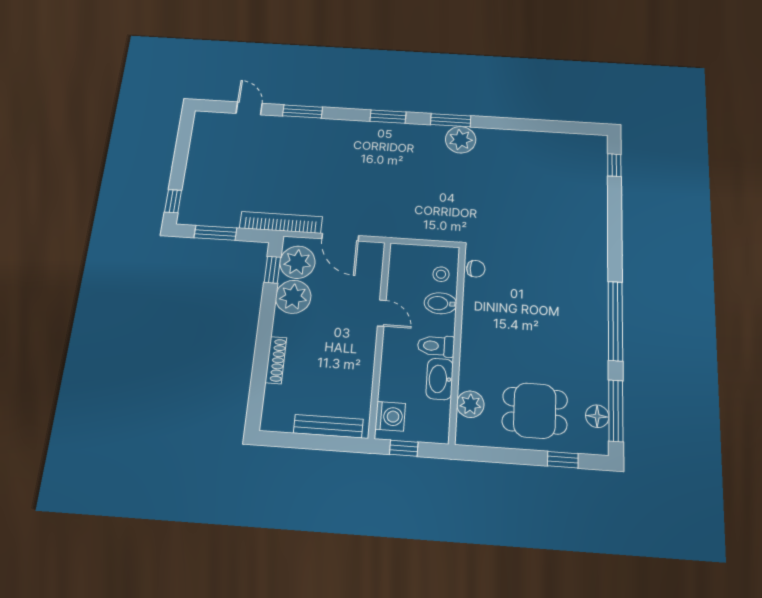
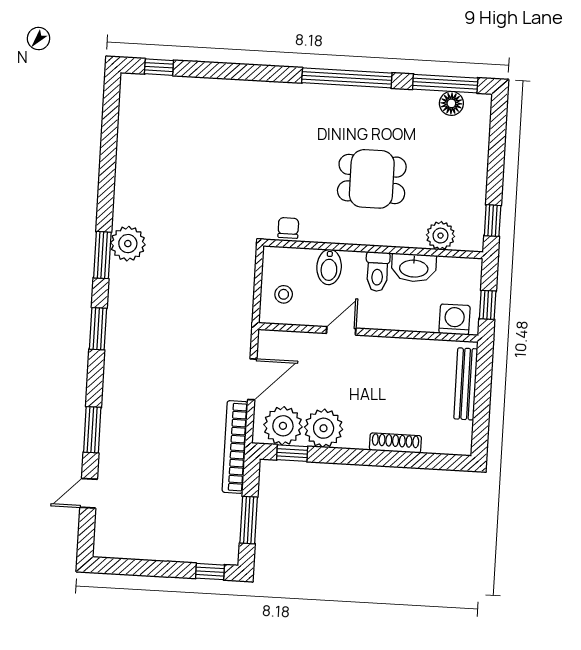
stool: (441, 274) -> (284, 294), moved
dining table: (535, 411) -> (372, 179), moved, turned 90
window: (563, 460) -> (493, 221), moved

